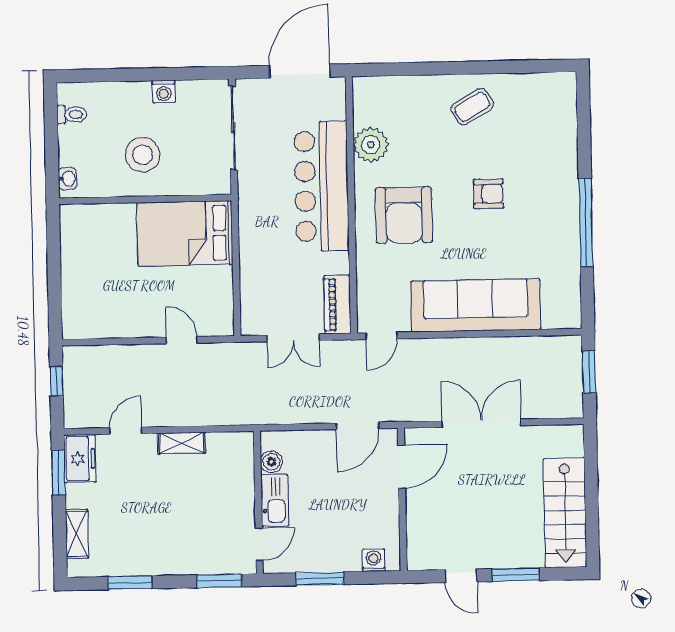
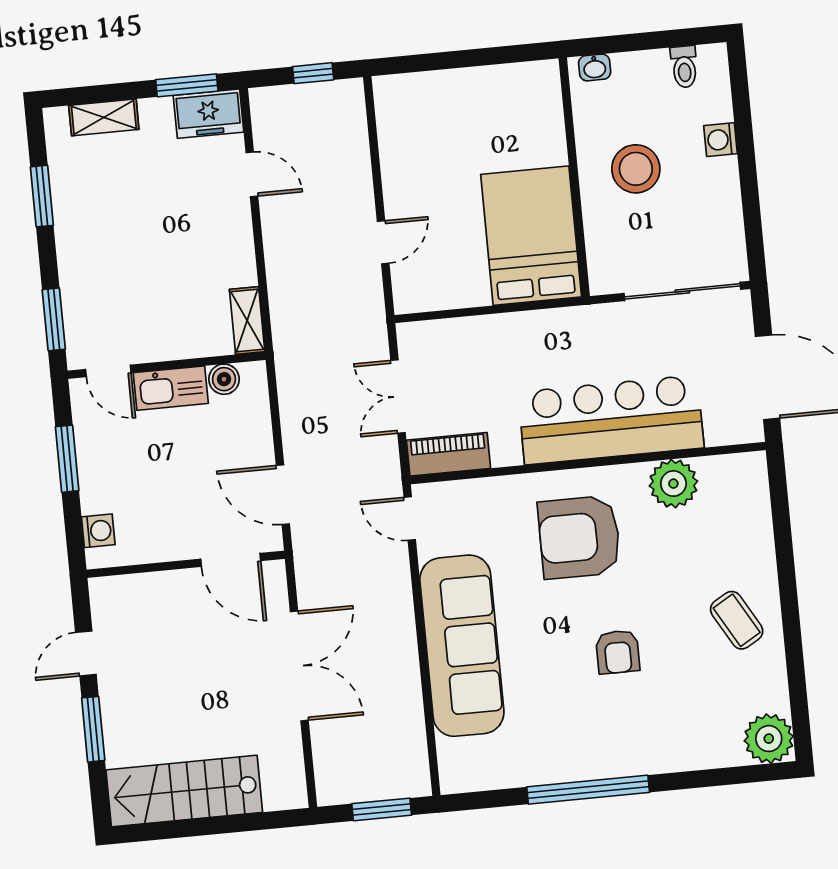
plant: (559, 90) -> (769, 739), added
washing machine: (164, 92) -> (720, 140), moved
shelving: (182, 443) -> (247, 321), moved

